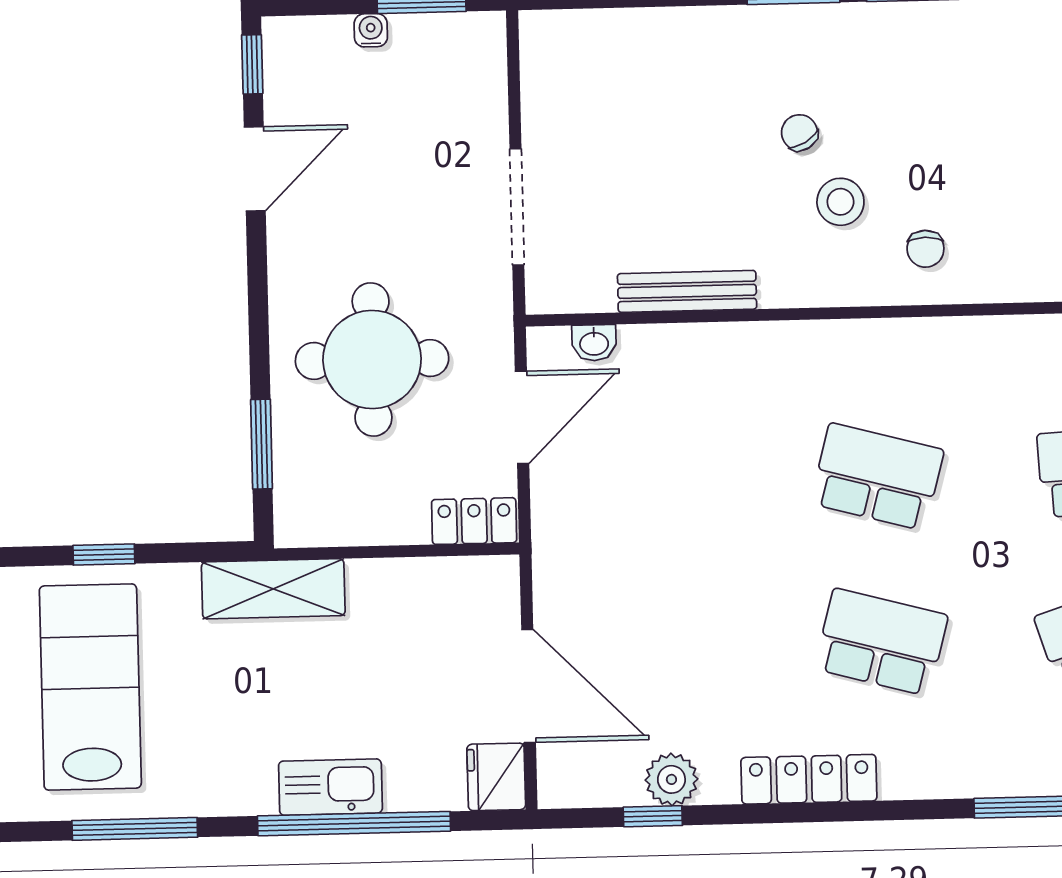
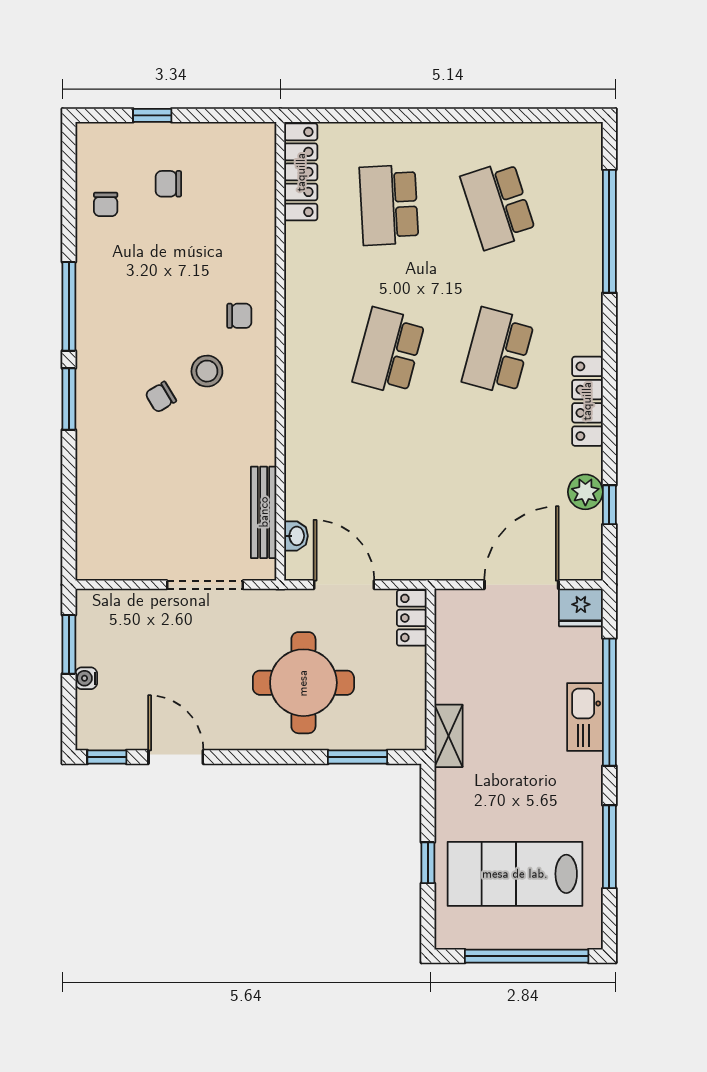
bench: (687, 291) -> (264, 512), moved
shelving: (273, 589) -> (448, 736), width x0.67, depth x0.75

